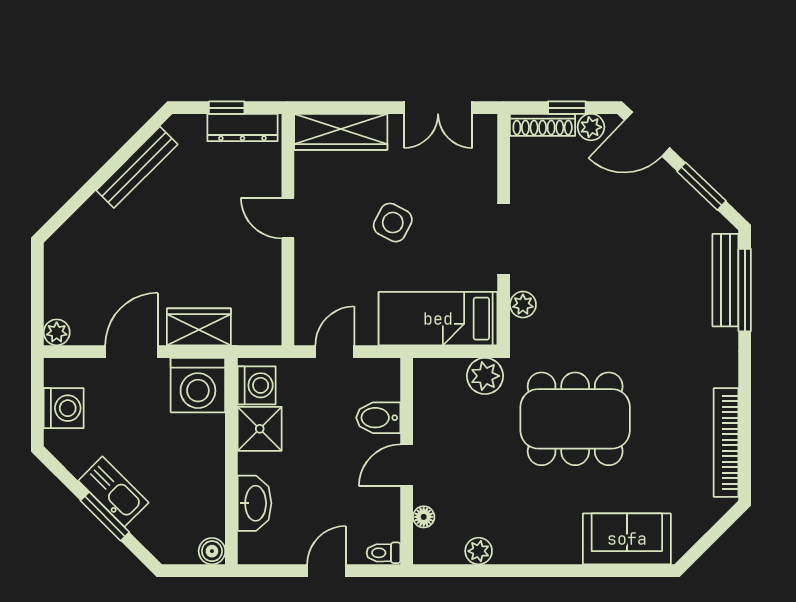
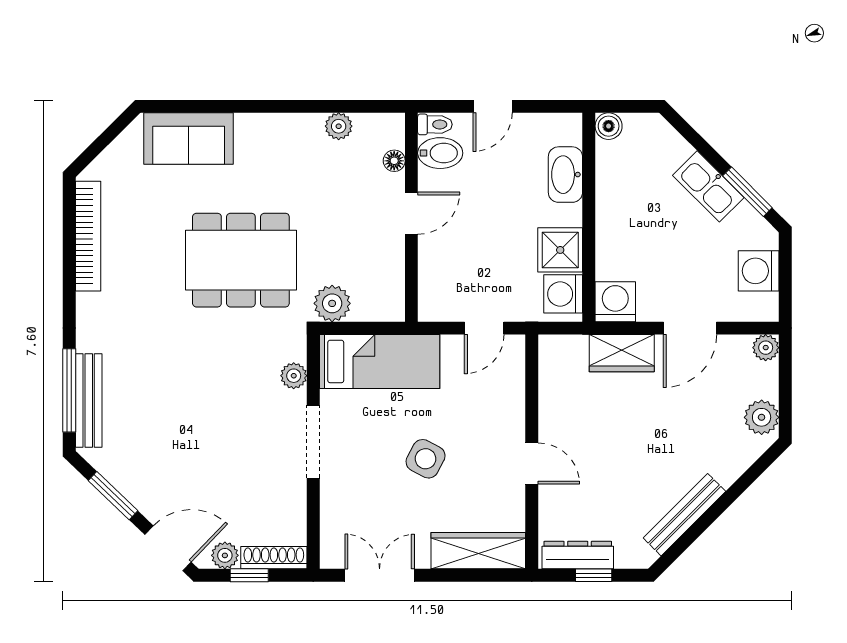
plant: (61, 264) -> (762, 417), added
washing machine: (198, 385) -> (615, 302), width x0.73, depth x0.73
bidet: (378, 418) -> (440, 153), moved
window: (105, 516) -> (747, 192), moved

